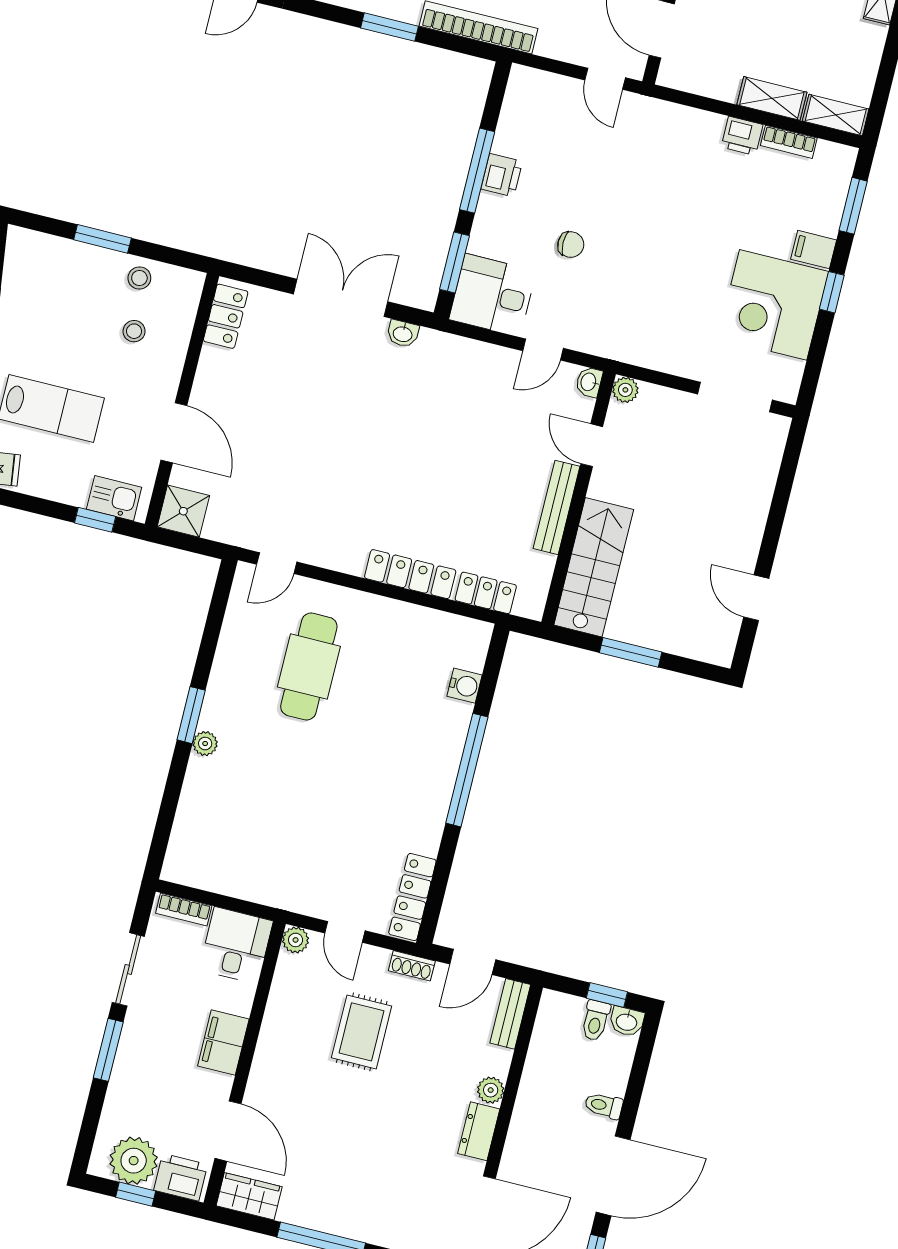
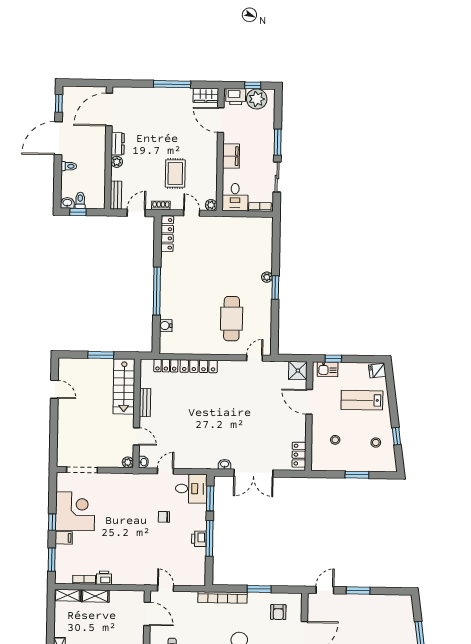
stool: (139, 278) -> (376, 443), moved
bench: (557, 507) -> (145, 402), width x0.73

